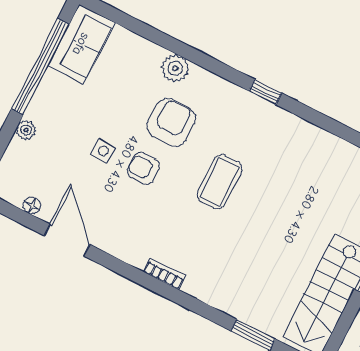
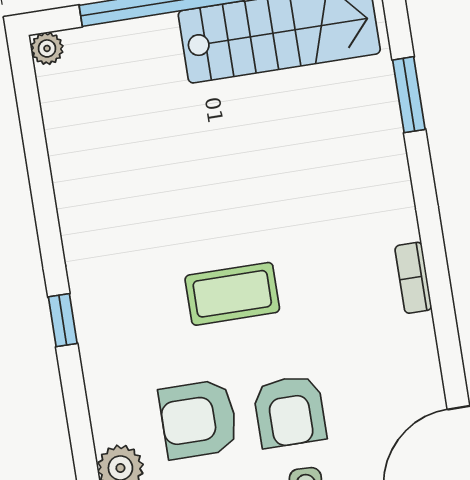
armchair: (144, 169) -> (290, 411), width x1.38, depth x1.38

